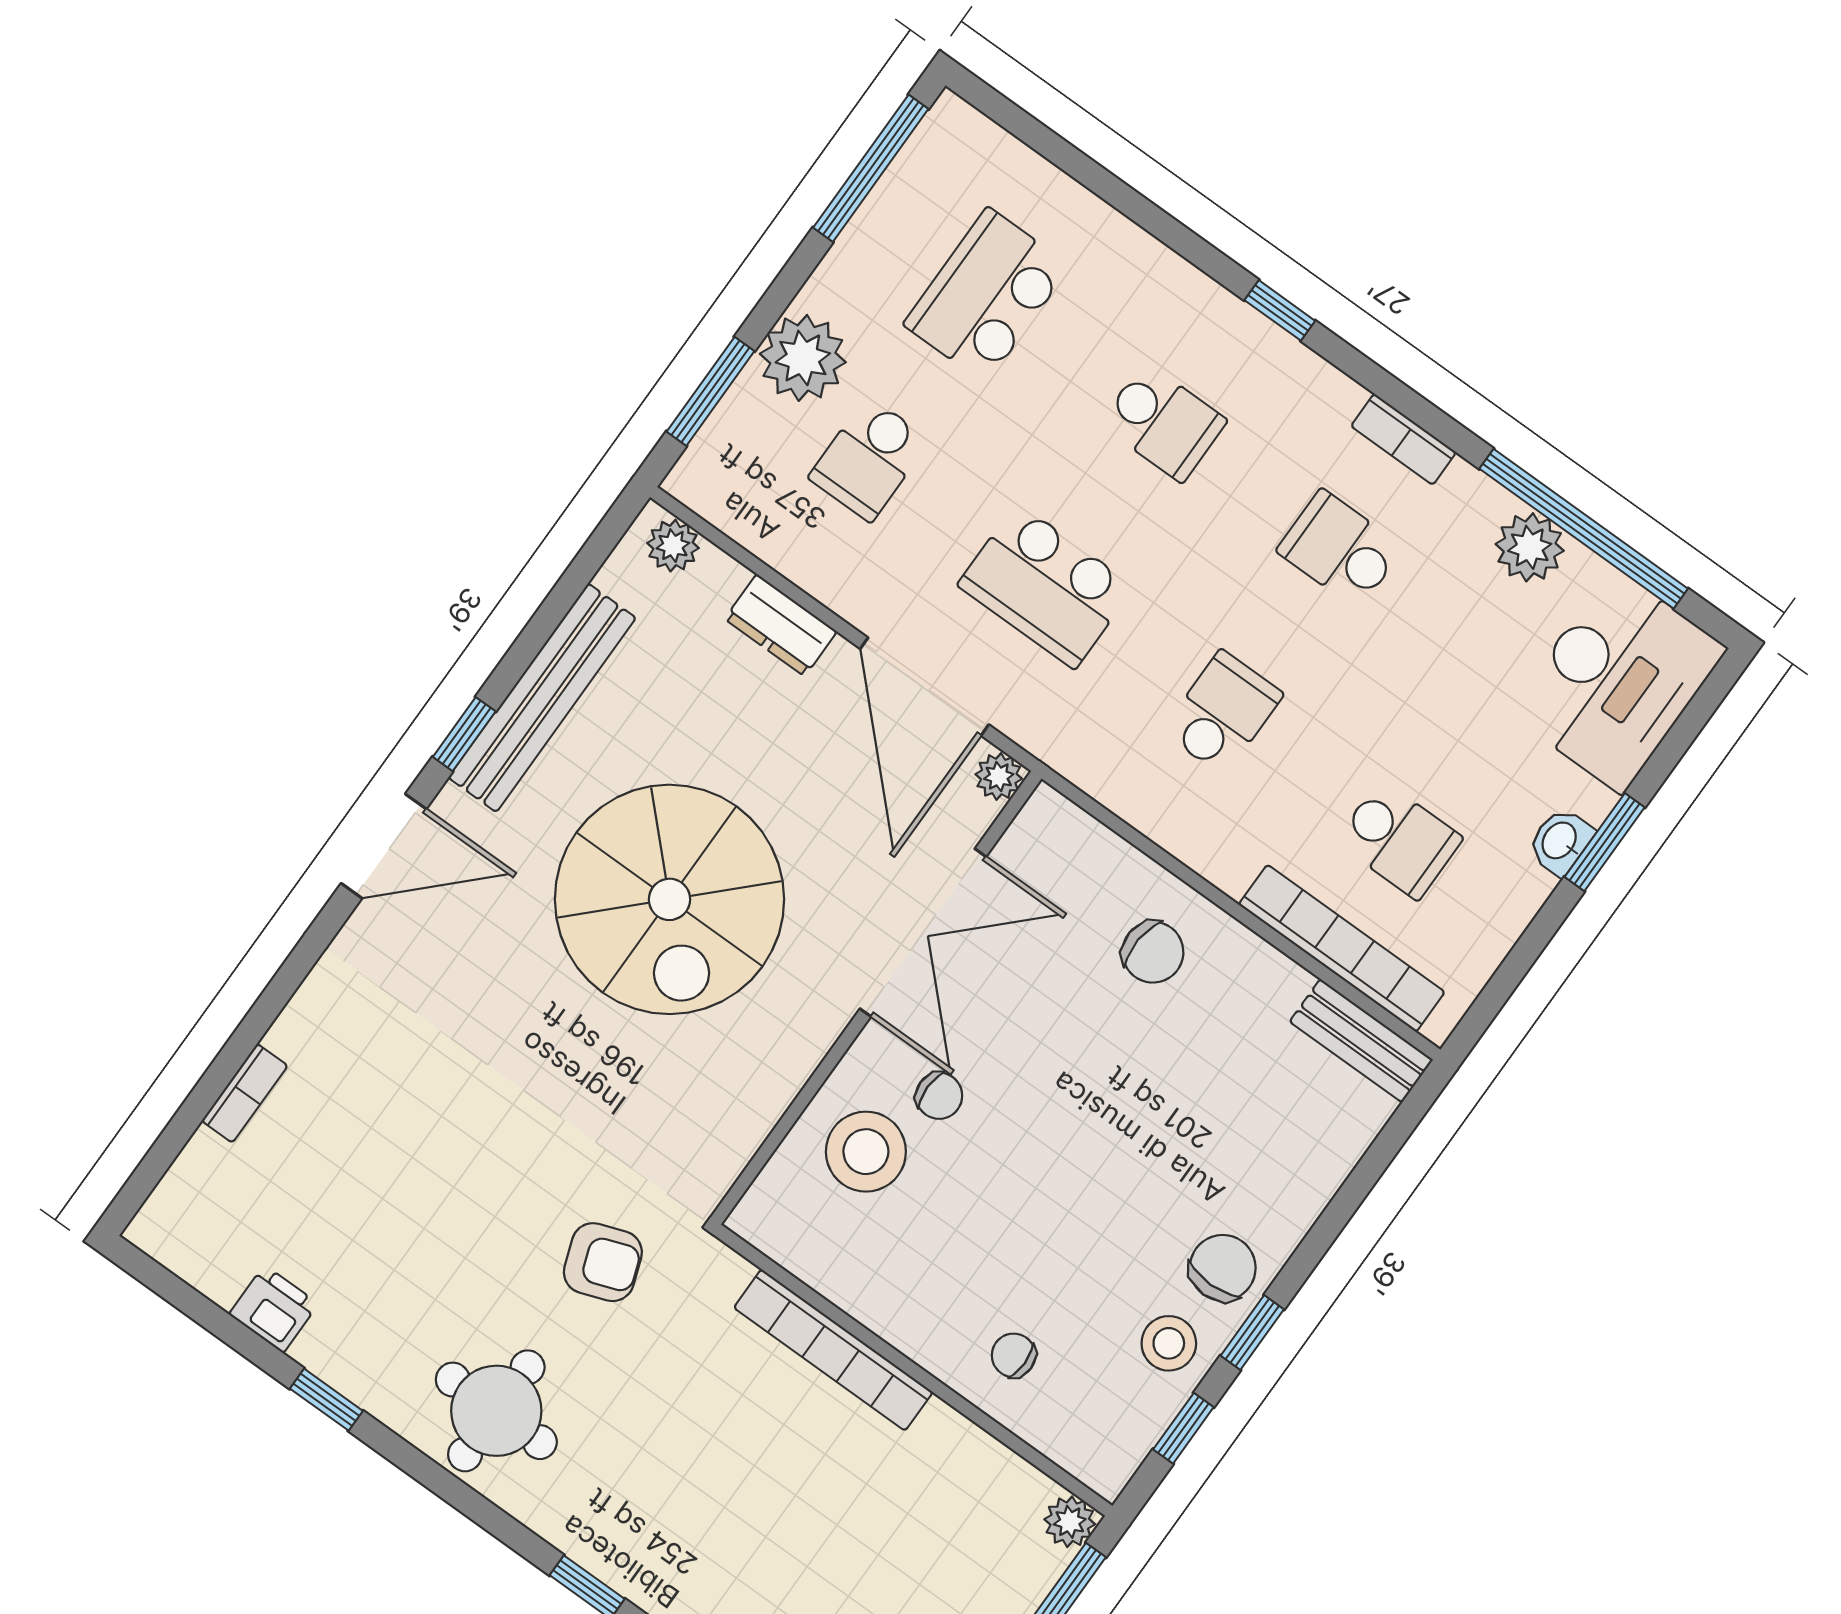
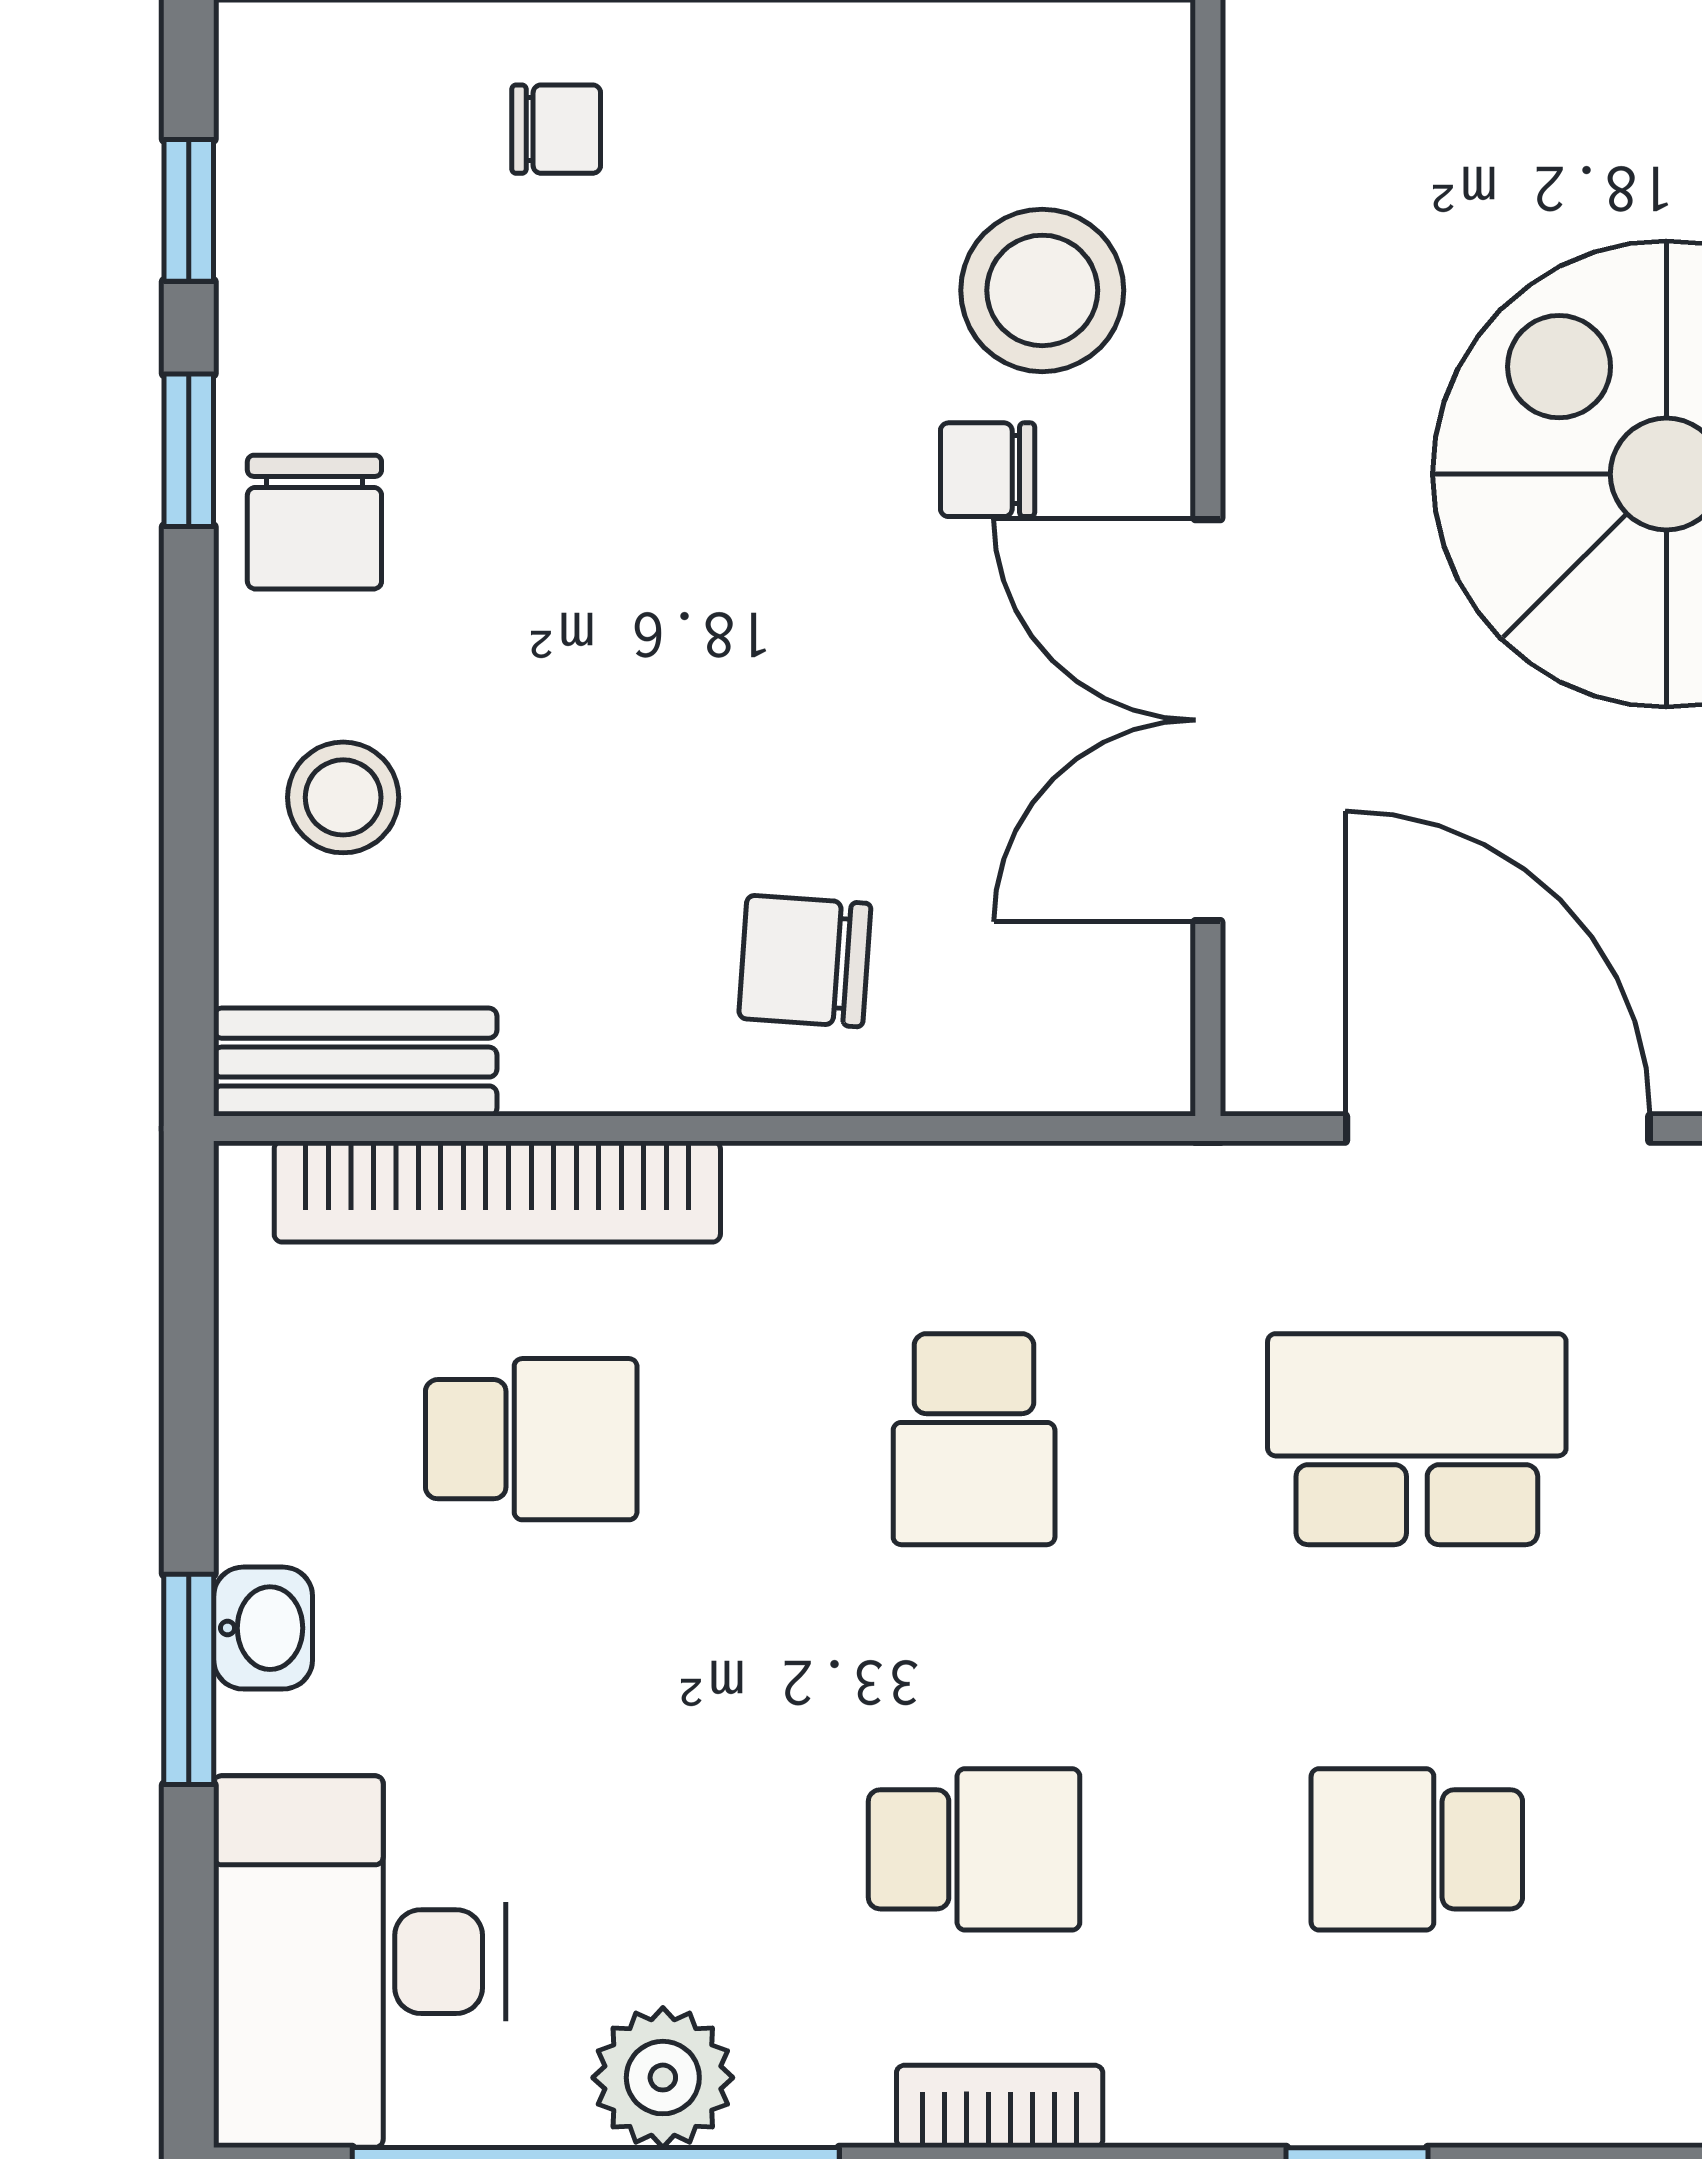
plant: (999, 776) -> (1268, 1068), removed
school desk: (1399, 840) -> (531, 1439), turned 180
stool: (1169, 1343) -> (343, 797), moved

